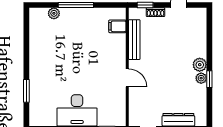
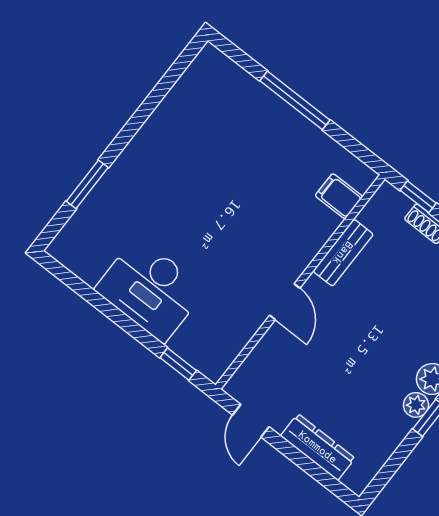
plant: (54, 13) -> (244, 85), removed
bench: (134, 40) -> (343, 253), width x0.73

